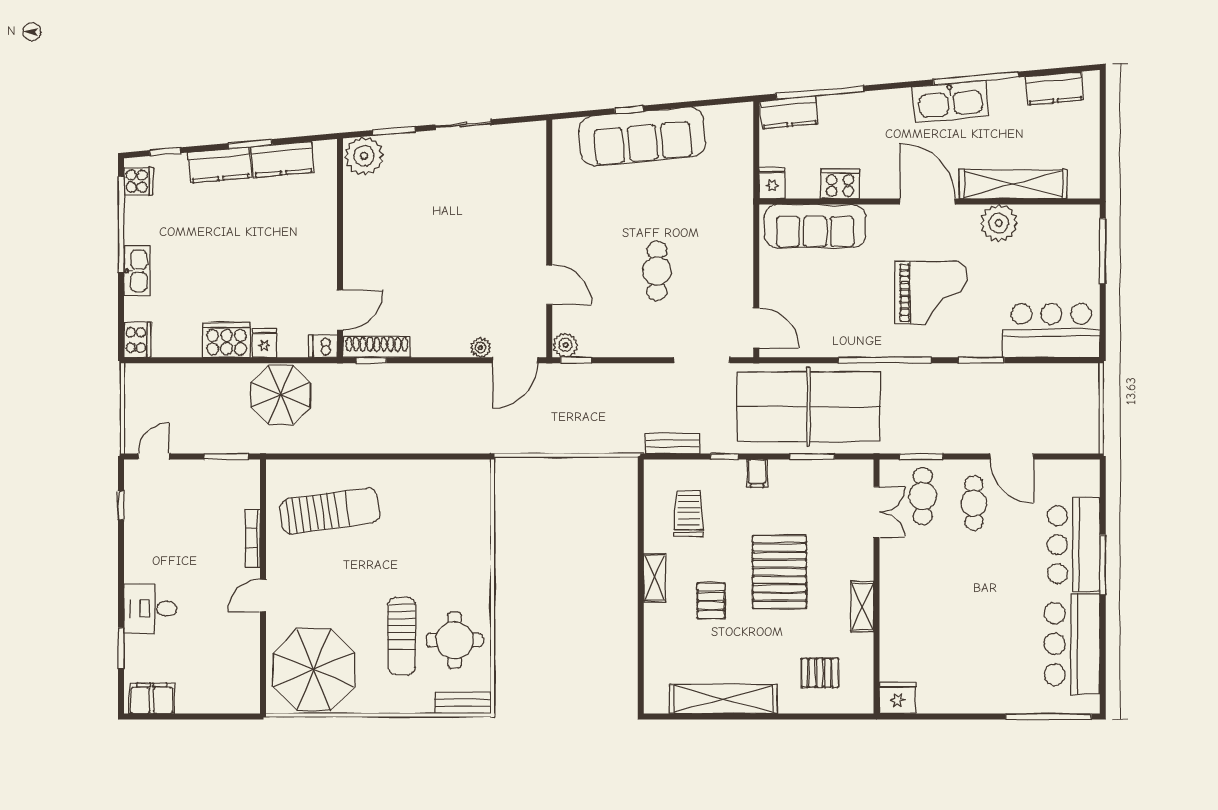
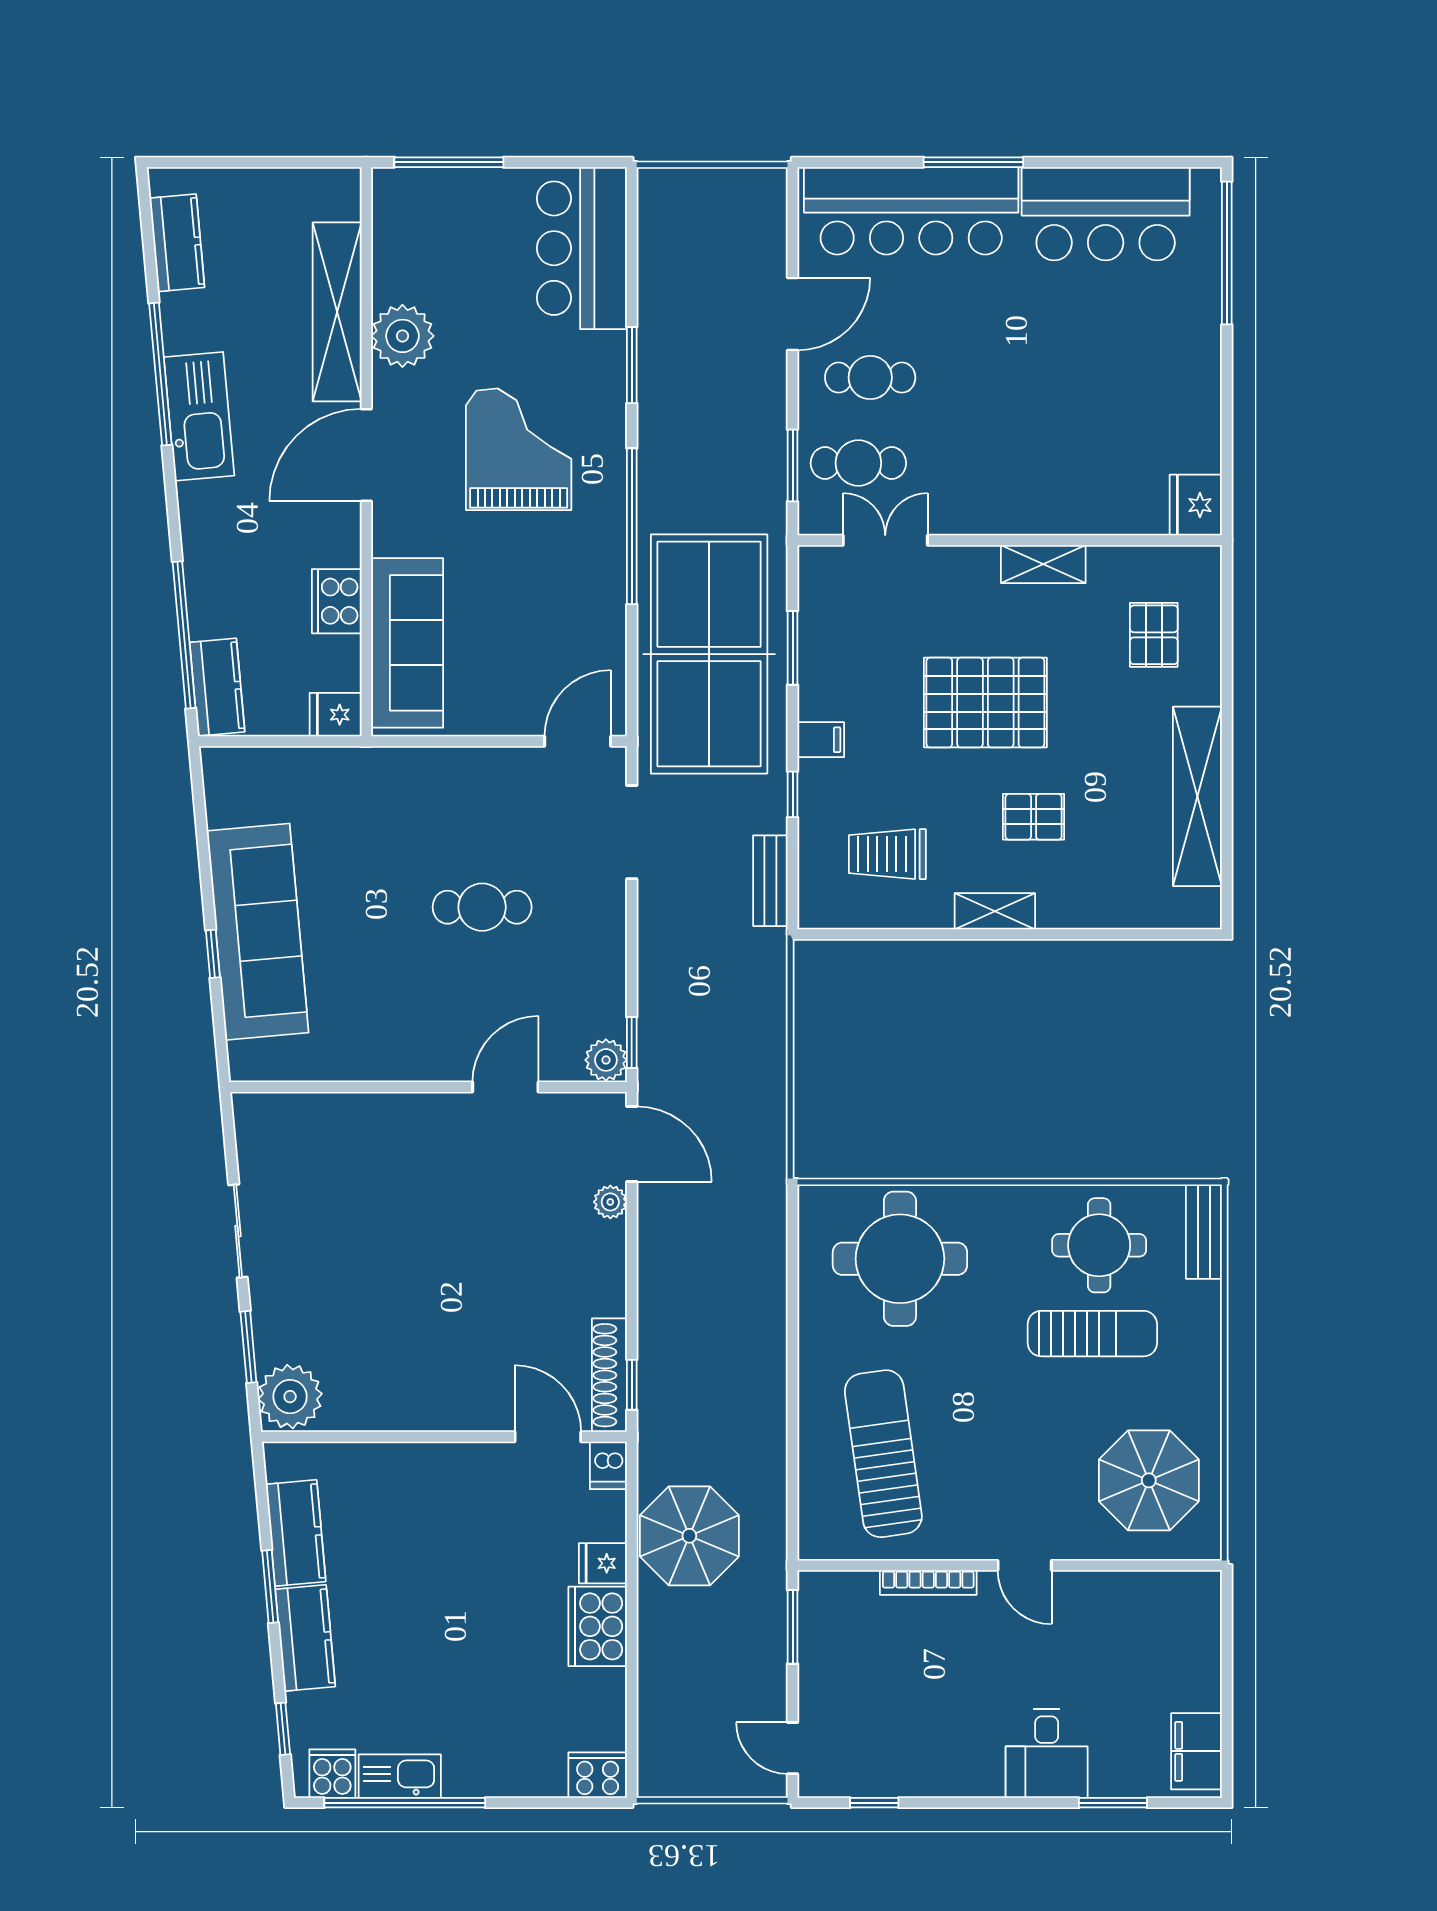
kitchen sink: (137, 271) -> (400, 1776), moved
round table: (447, 521) -> (900, 1259), added
bar counter: (1074, 545) -> (911, 211), width x1.36
parasol: (314, 670) -> (1149, 1480), width x0.73, depth x0.73

